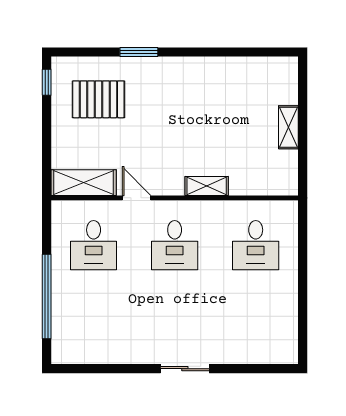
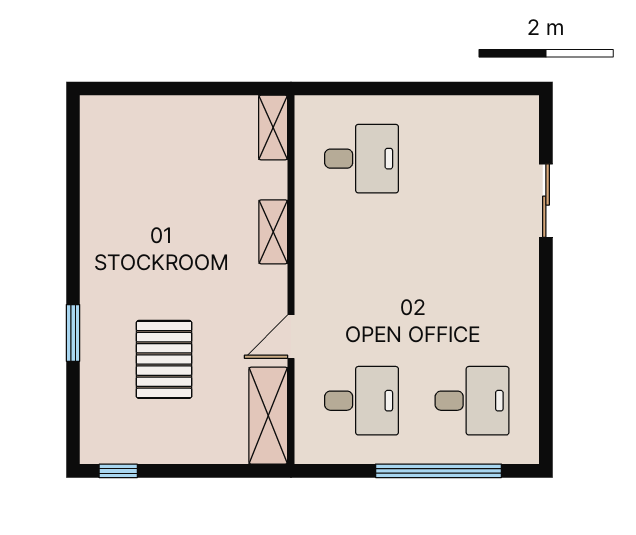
pallet: (98, 99) -> (164, 359), moved
shelving: (288, 127) -> (273, 128), moved, turned 90
desk: (175, 245) -> (472, 401), moved
sliding door: (185, 369) -> (546, 201), moved

